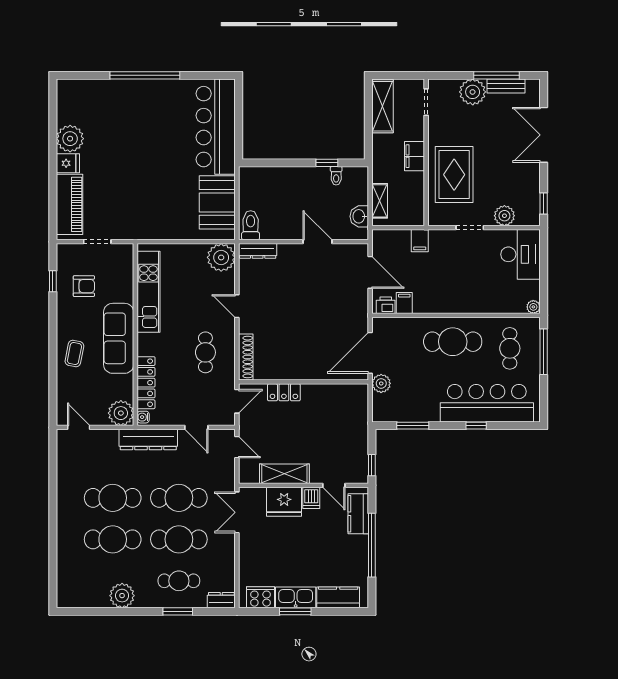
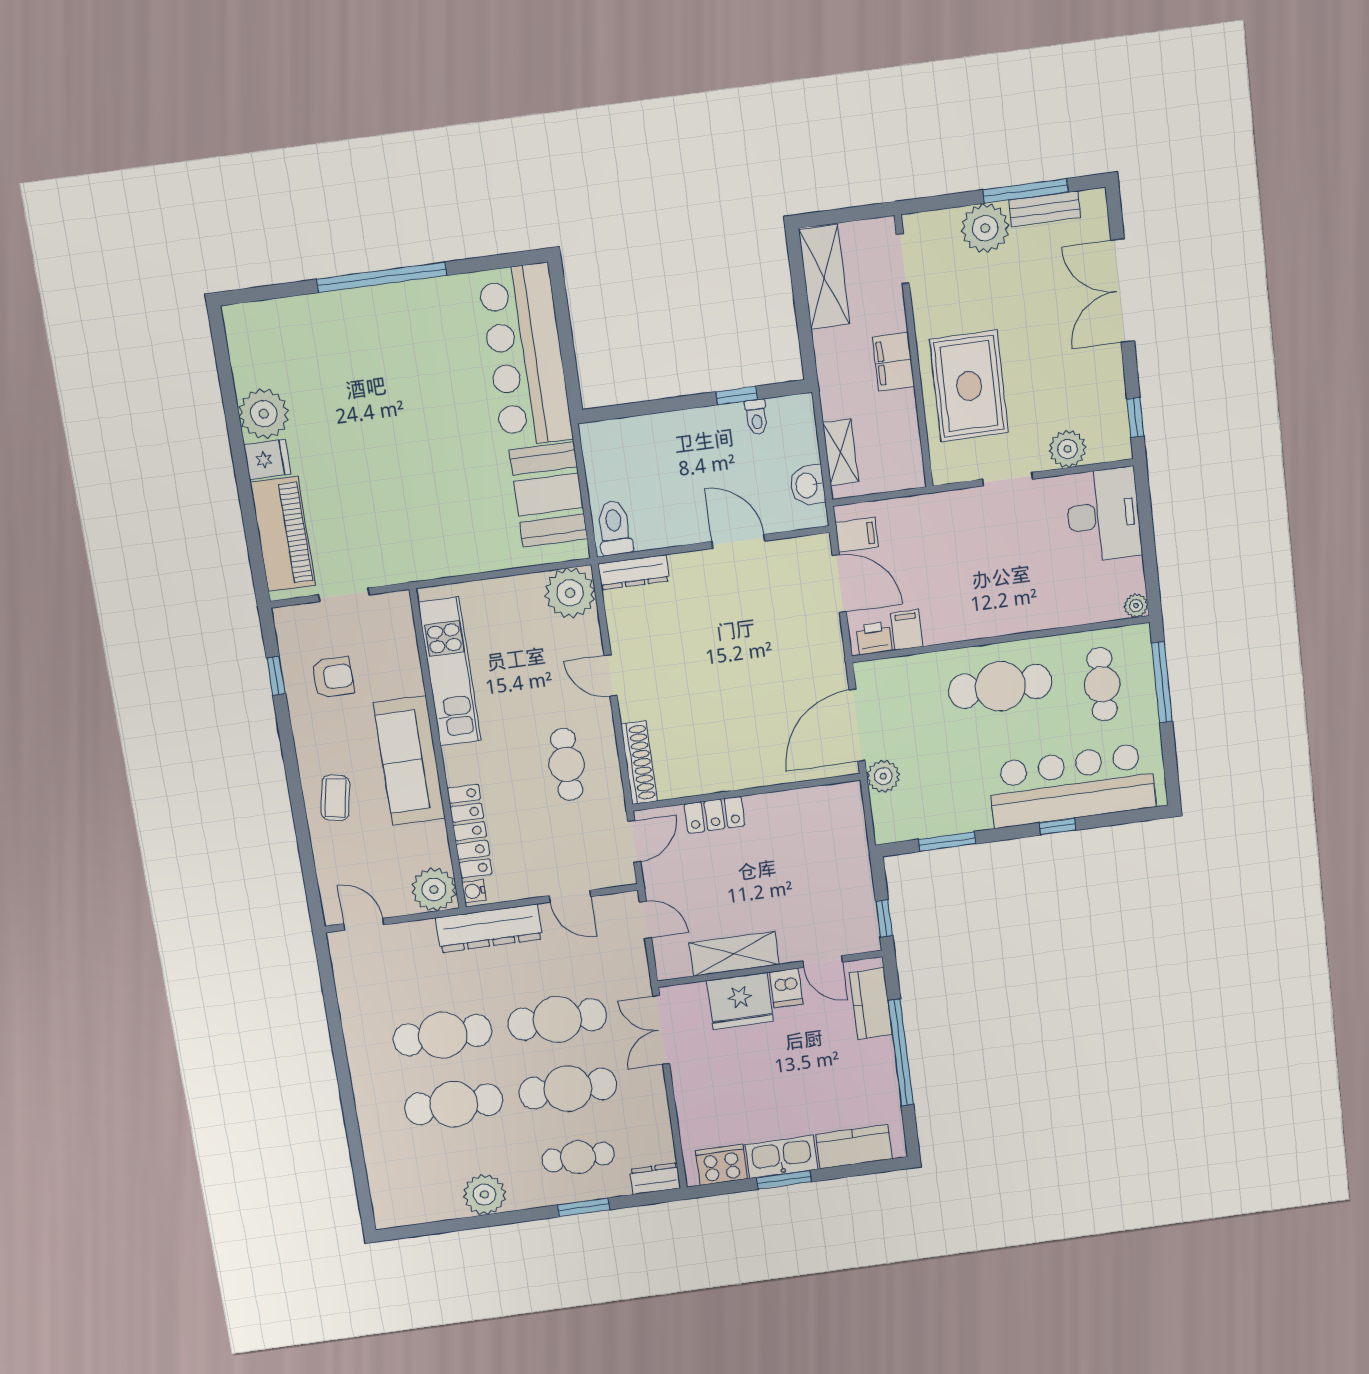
filing cabinet: (420, 241) -> (857, 535), moved, turned -90

